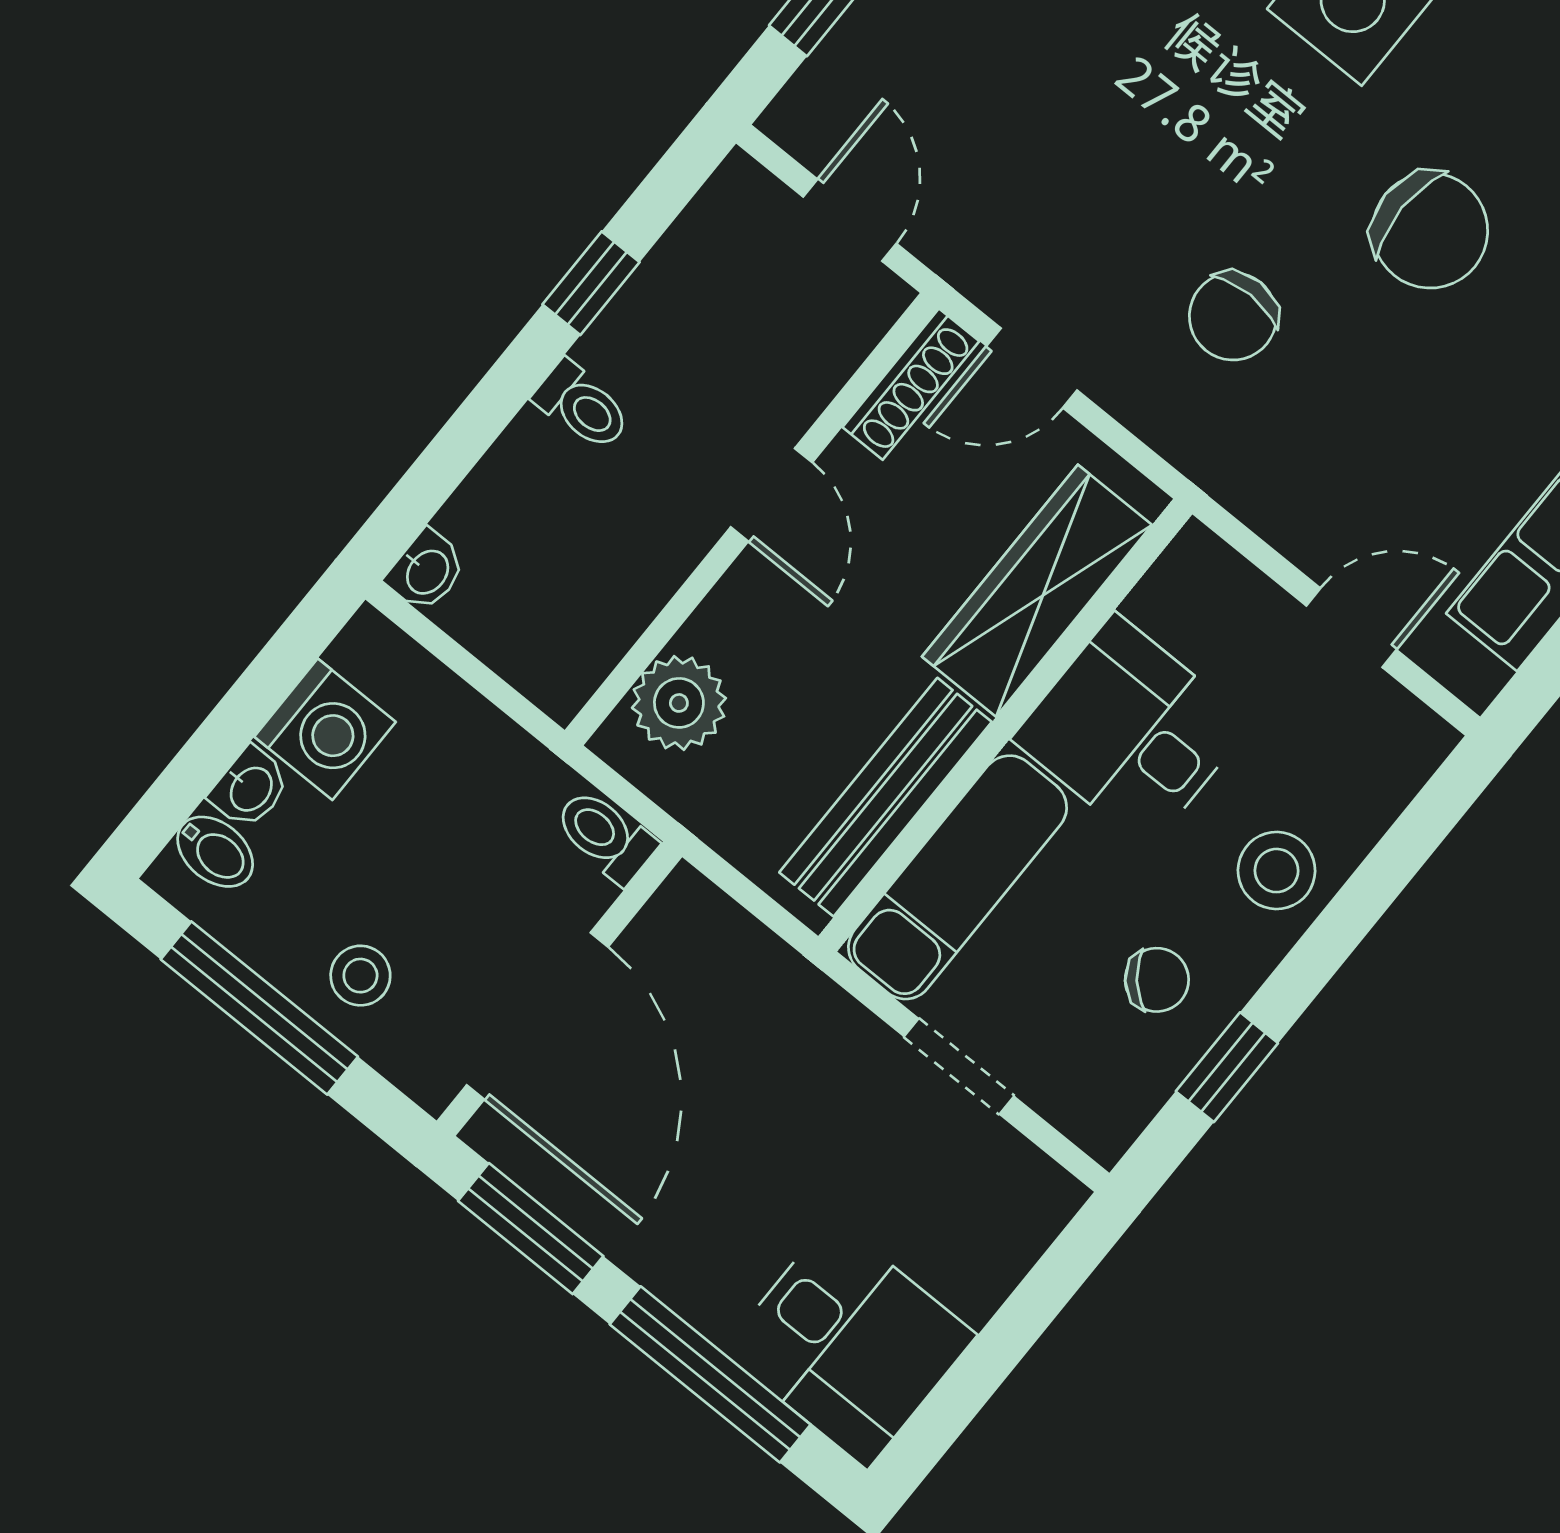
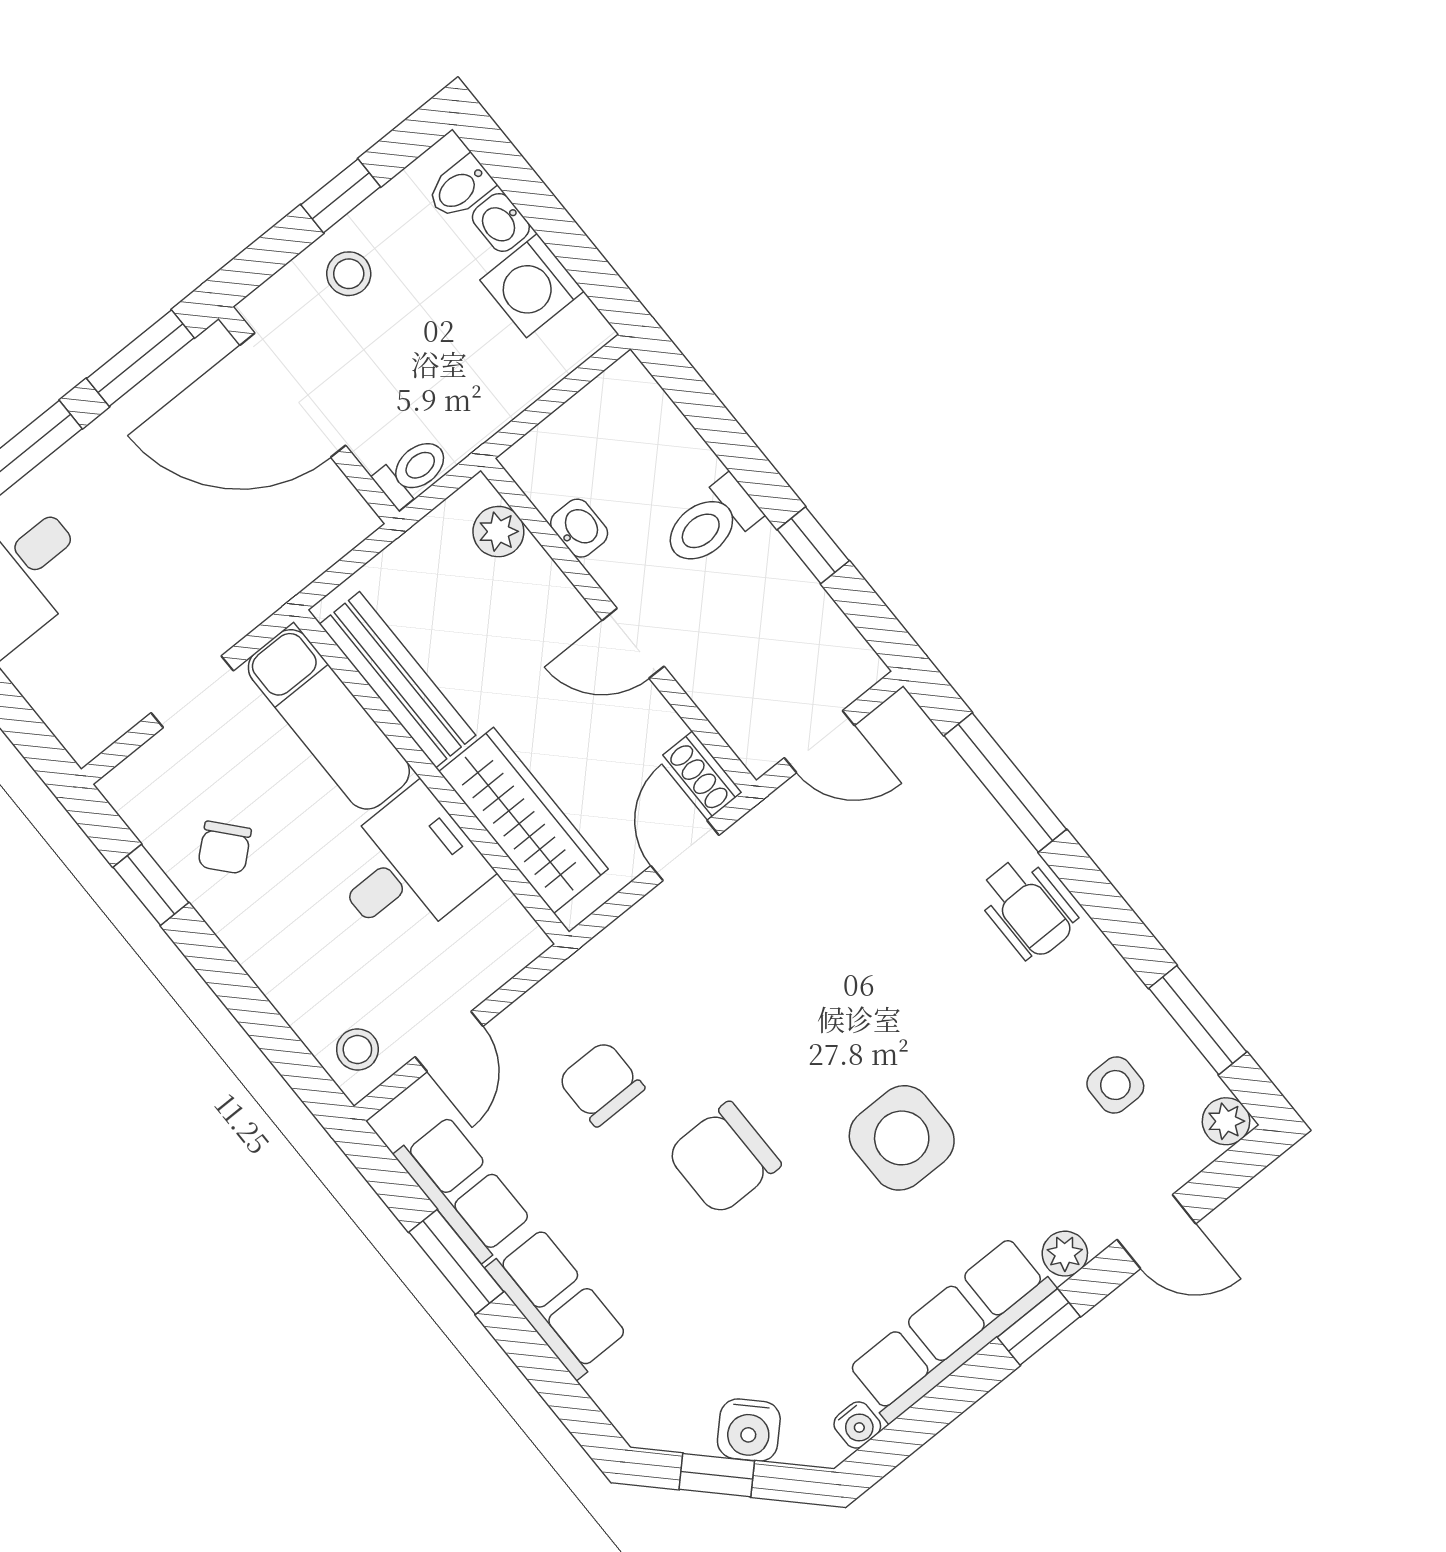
chair: (1233, 316) -> (601, 1084), moved
shoe rack: (911, 384) -> (702, 774), width x0.70
toilet: (582, 406) -> (711, 523), width x1.37, depth x1.39
washbasin: (426, 571) -> (579, 528), moved, turned 180
plant: (679, 703) -> (498, 532), width x0.73, depth x0.73
stool: (1277, 871) -> (357, 1049), moved, width x0.73, depth x0.73
window: (259, 1008) -> (341, 196), width x0.46

